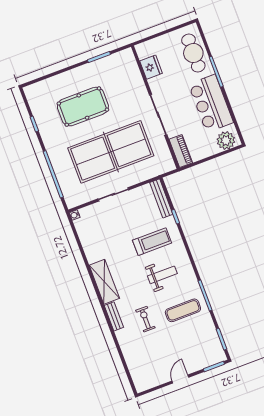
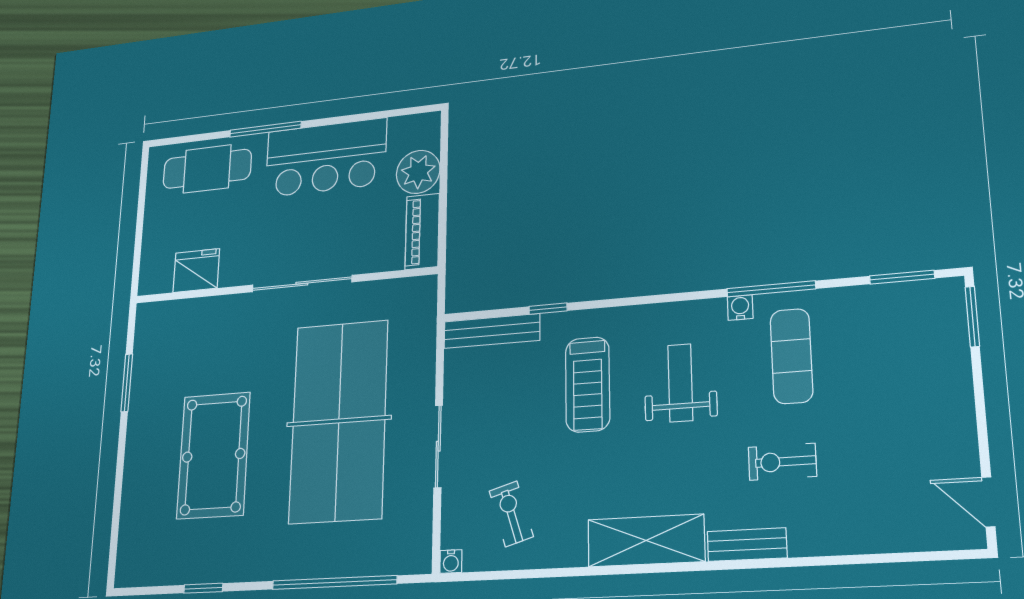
plant: (226, 141) -> (418, 172), moved
piano: (181, 151) -> (422, 231), moved, turned -90
exercise bike: (98, 231) -> (511, 514), added
treadmill: (152, 242) -> (588, 384), turned 180
water cooler: (195, 287) -> (740, 308), added
door: (180, 379) -> (988, 502), moved

